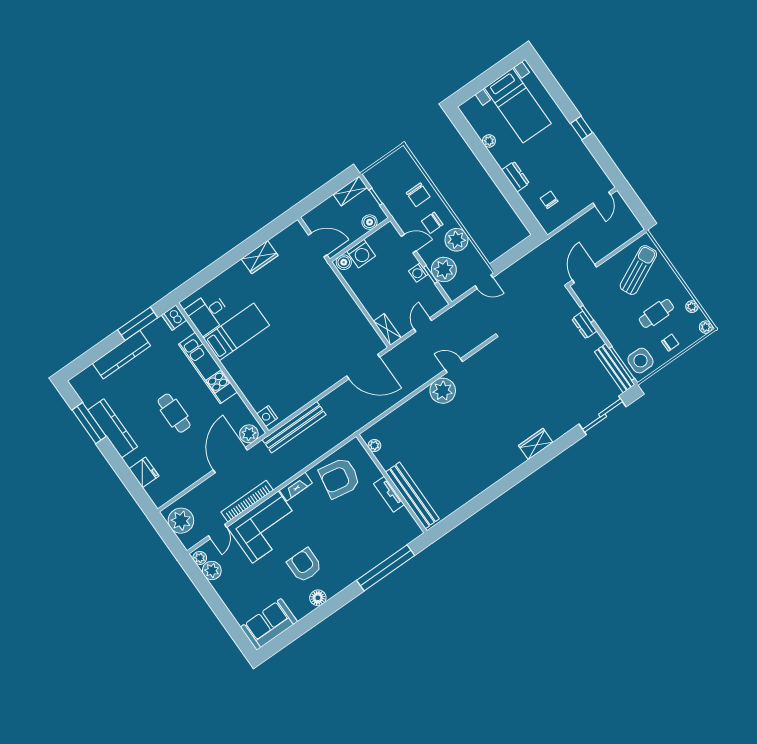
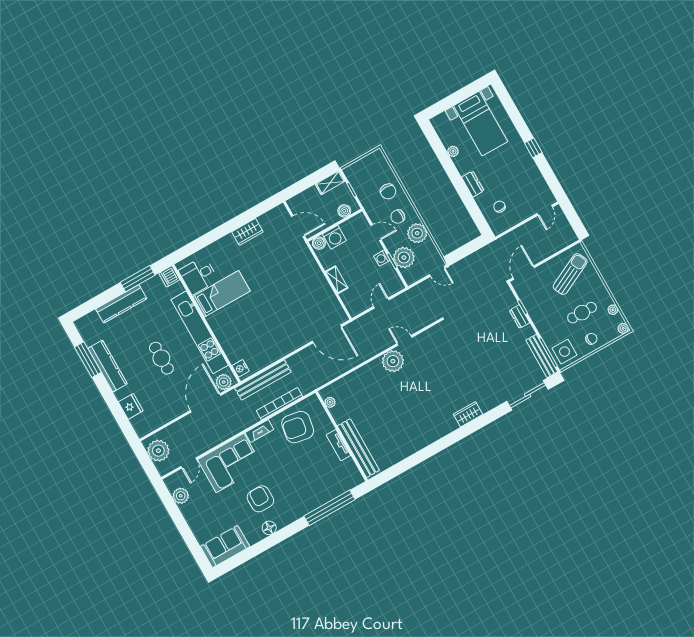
shelving: (387, 329) -> (337, 280), moved
kitchen unit: (208, 368) -> (200, 332), width x1.36
bookcase: (247, 501) -> (280, 404), moved
plant: (200, 558) -> (171, 484), removed

